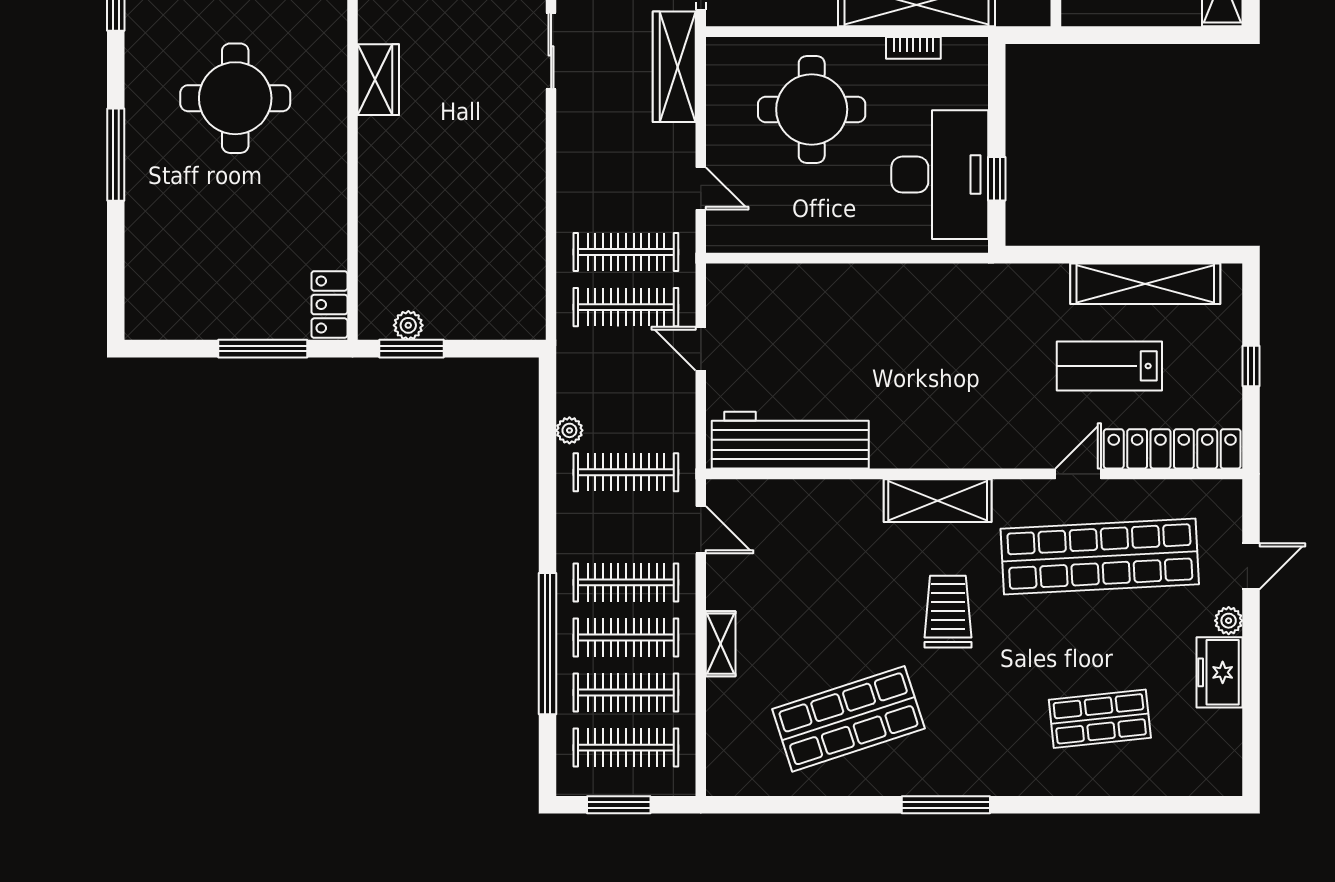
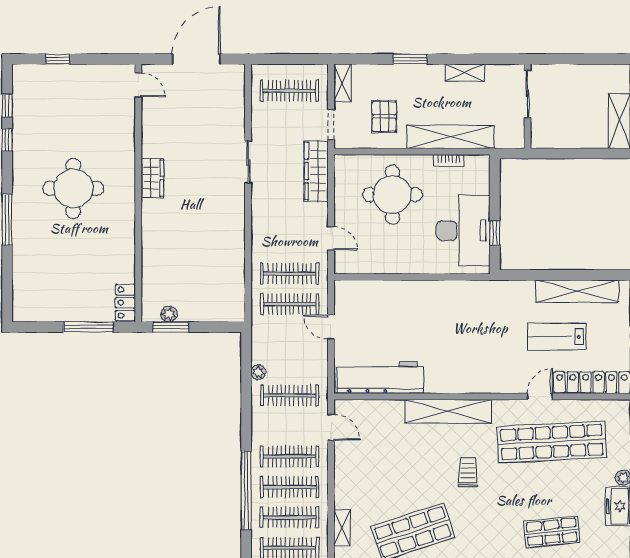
shelving: (938, 501) -> (448, 411), width x1.47
trolley: (948, 612) -> (468, 473), width x0.73, depth x0.72
shelving: (721, 644) -> (342, 528), moved

